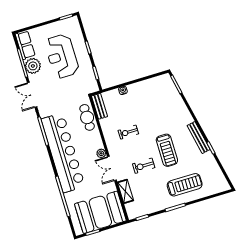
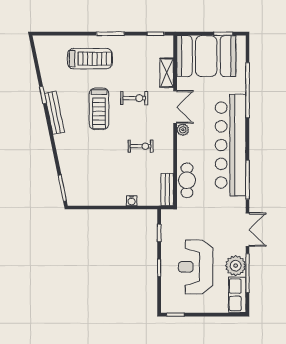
reception desk: (62, 56) -> (196, 267), turned 180
treadmill: (167, 150) -> (99, 109), turned 180
treadmill: (185, 185) -> (90, 59), turned 180

